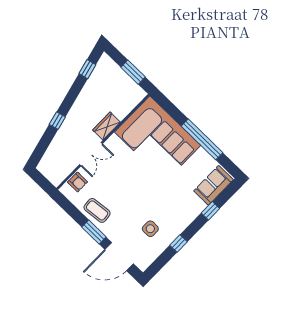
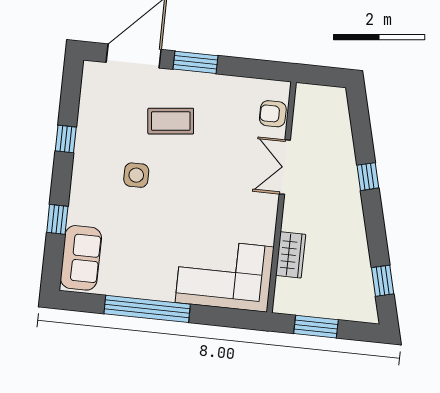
wardrobe: (106, 126) -> (291, 255), moved
corner sofa: (158, 139) -> (225, 275), width x0.73, depth x0.74
coffee table: (97, 210) -> (171, 121), moved
side table: (150, 229) -> (136, 175), moved

